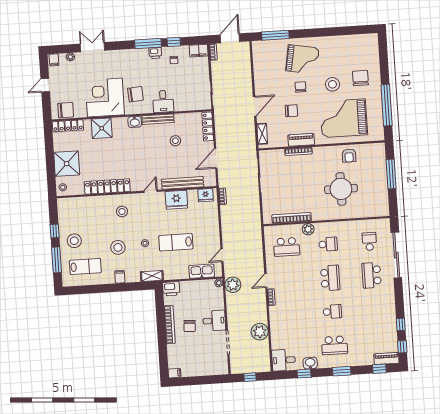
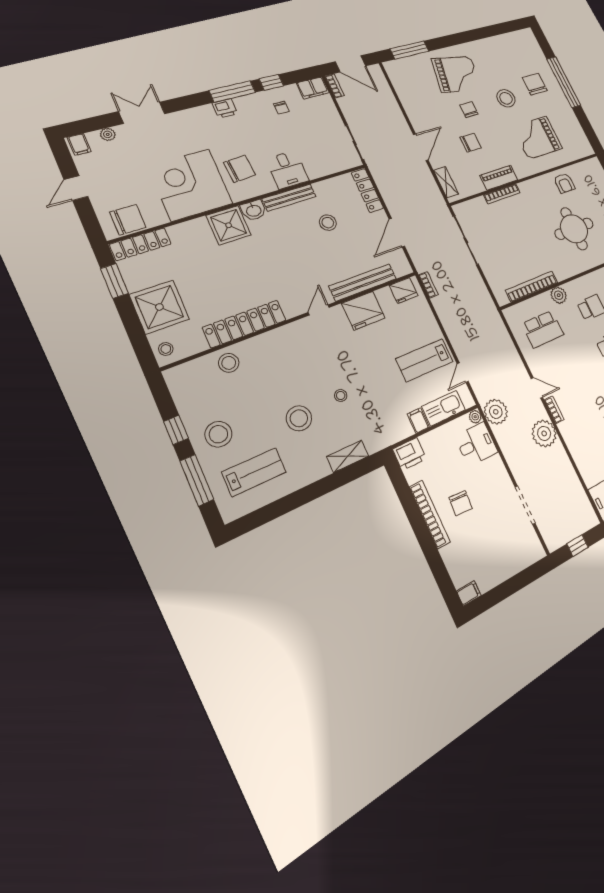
door: (230, 38) -> (351, 64), swing flipped
printer: (155, 53) -> (225, 108), moved
window: (387, 105) -> (564, 82), moved
grand piano: (344, 118) -> (537, 138), width x0.73, depth x0.68
shower: (102, 128) -> (229, 225), moved
window: (49, 143) -> (114, 281), added
stool: (122, 211) -> (229, 363), moved
lab bench: (176, 242) -> (425, 360), moved
shelving: (152, 276) -> (348, 456), moved
filing cabinet: (120, 277) -> (418, 421), moved
door: (266, 281) -> (537, 388), swing flipped
desk: (214, 321) -> (476, 444), moved
plant: (260, 332) -> (544, 433), moved

